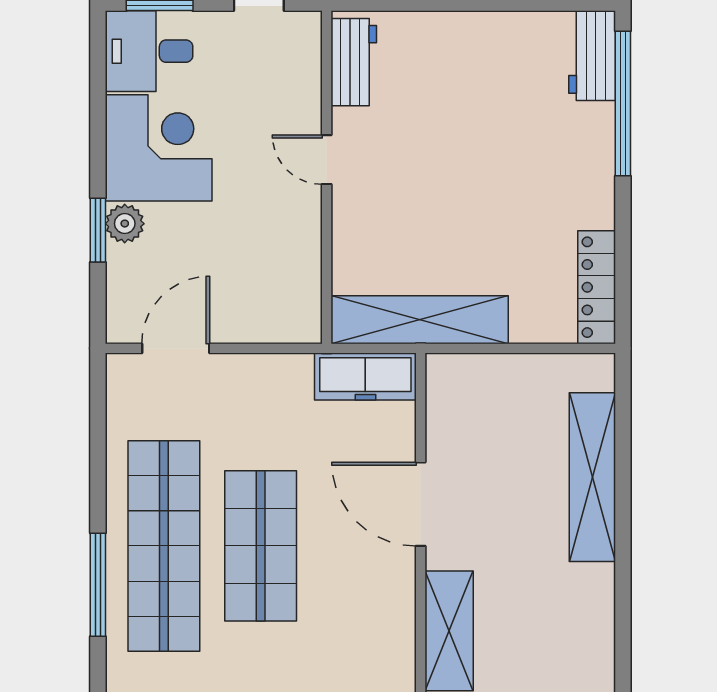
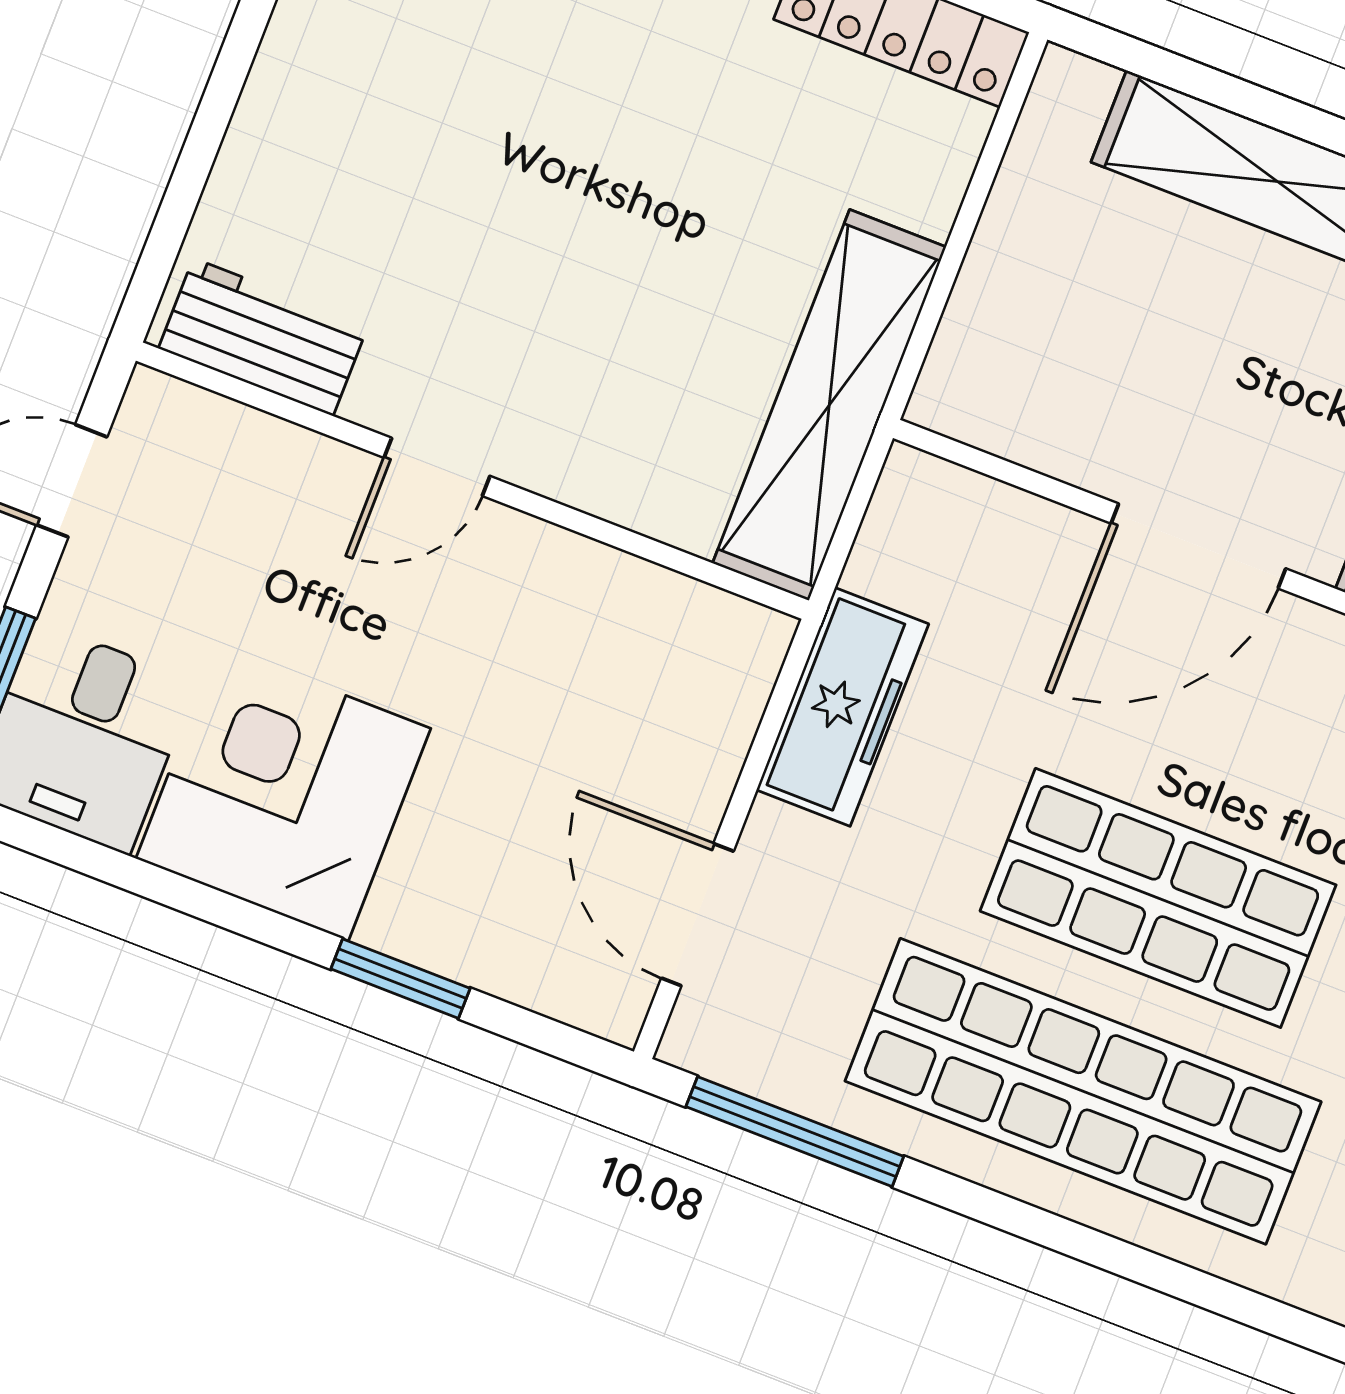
plant: (125, 224) -> (408, 920), removed
freezer: (365, 376) -> (842, 707), moved
window: (98, 585) -> (795, 1132), moved

